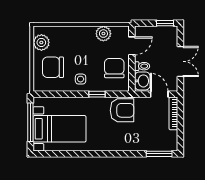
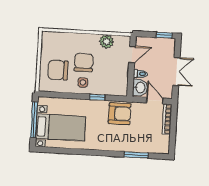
plant: (41, 42) -> (48, 46), removed
chair: (114, 68) -> (84, 63), moved
window: (159, 154) -> (136, 155), moved

